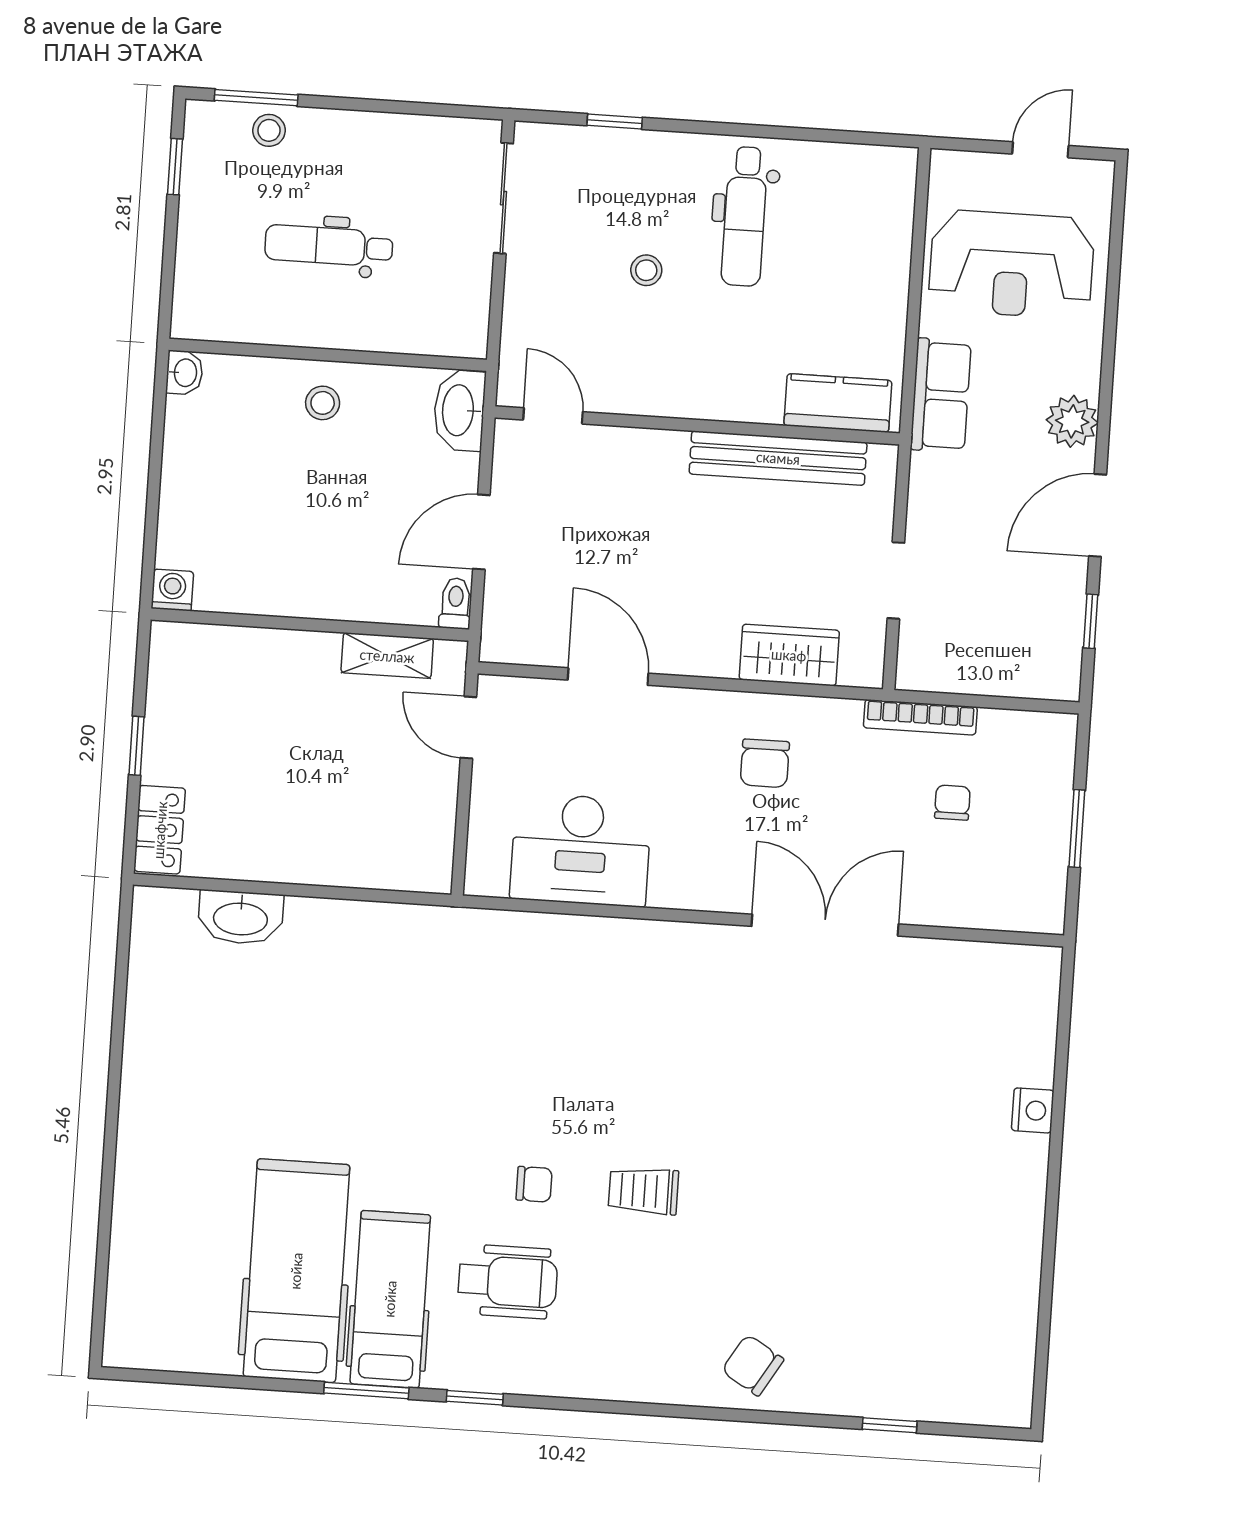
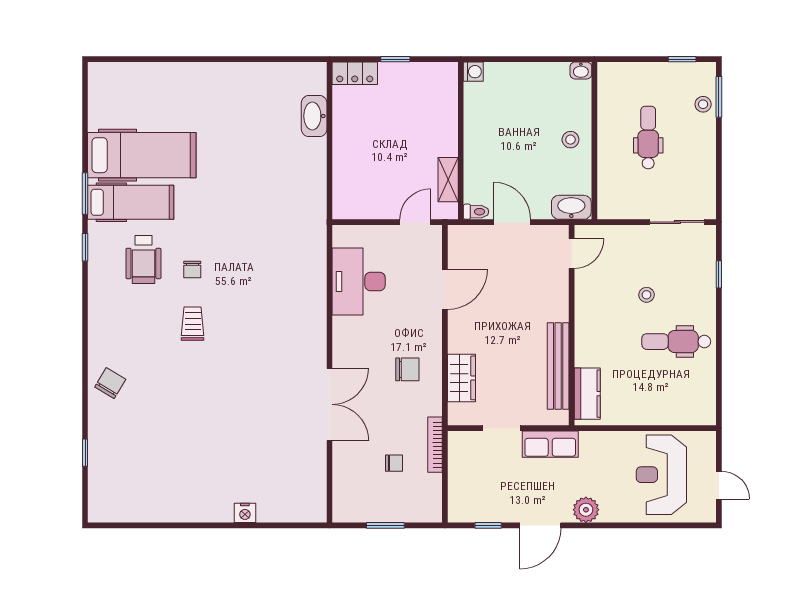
row of seats: (941, 395) -> (550, 444), moved
door: (1098, 515) -> (540, 525), swing flipped
chair: (765, 763) -> (407, 369), turned 180

